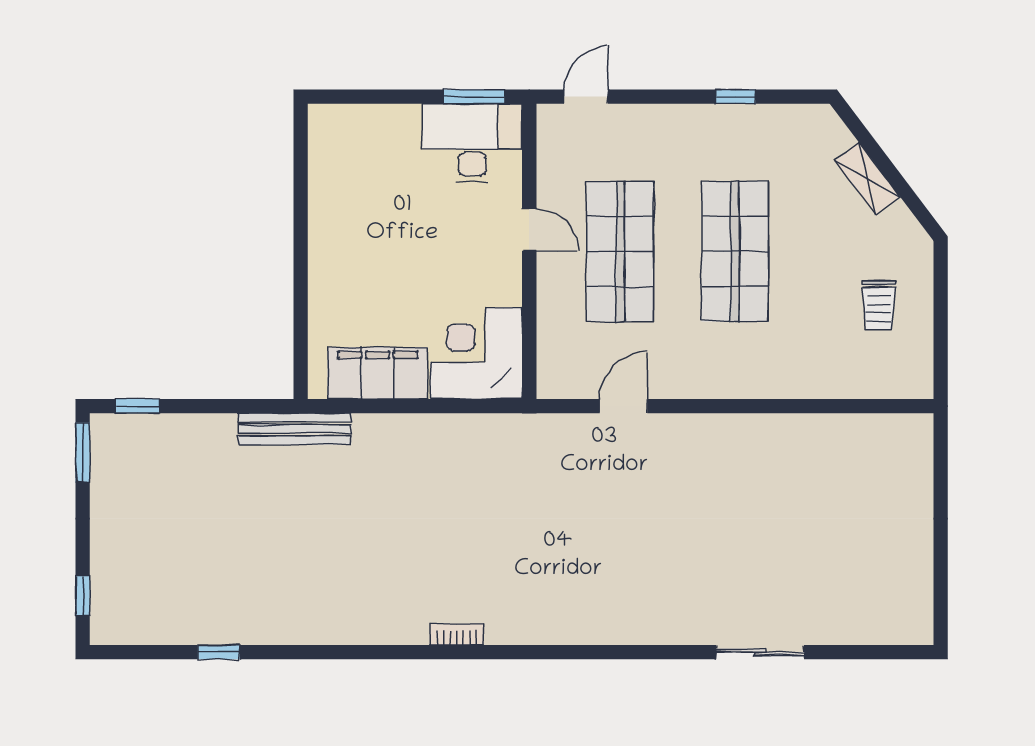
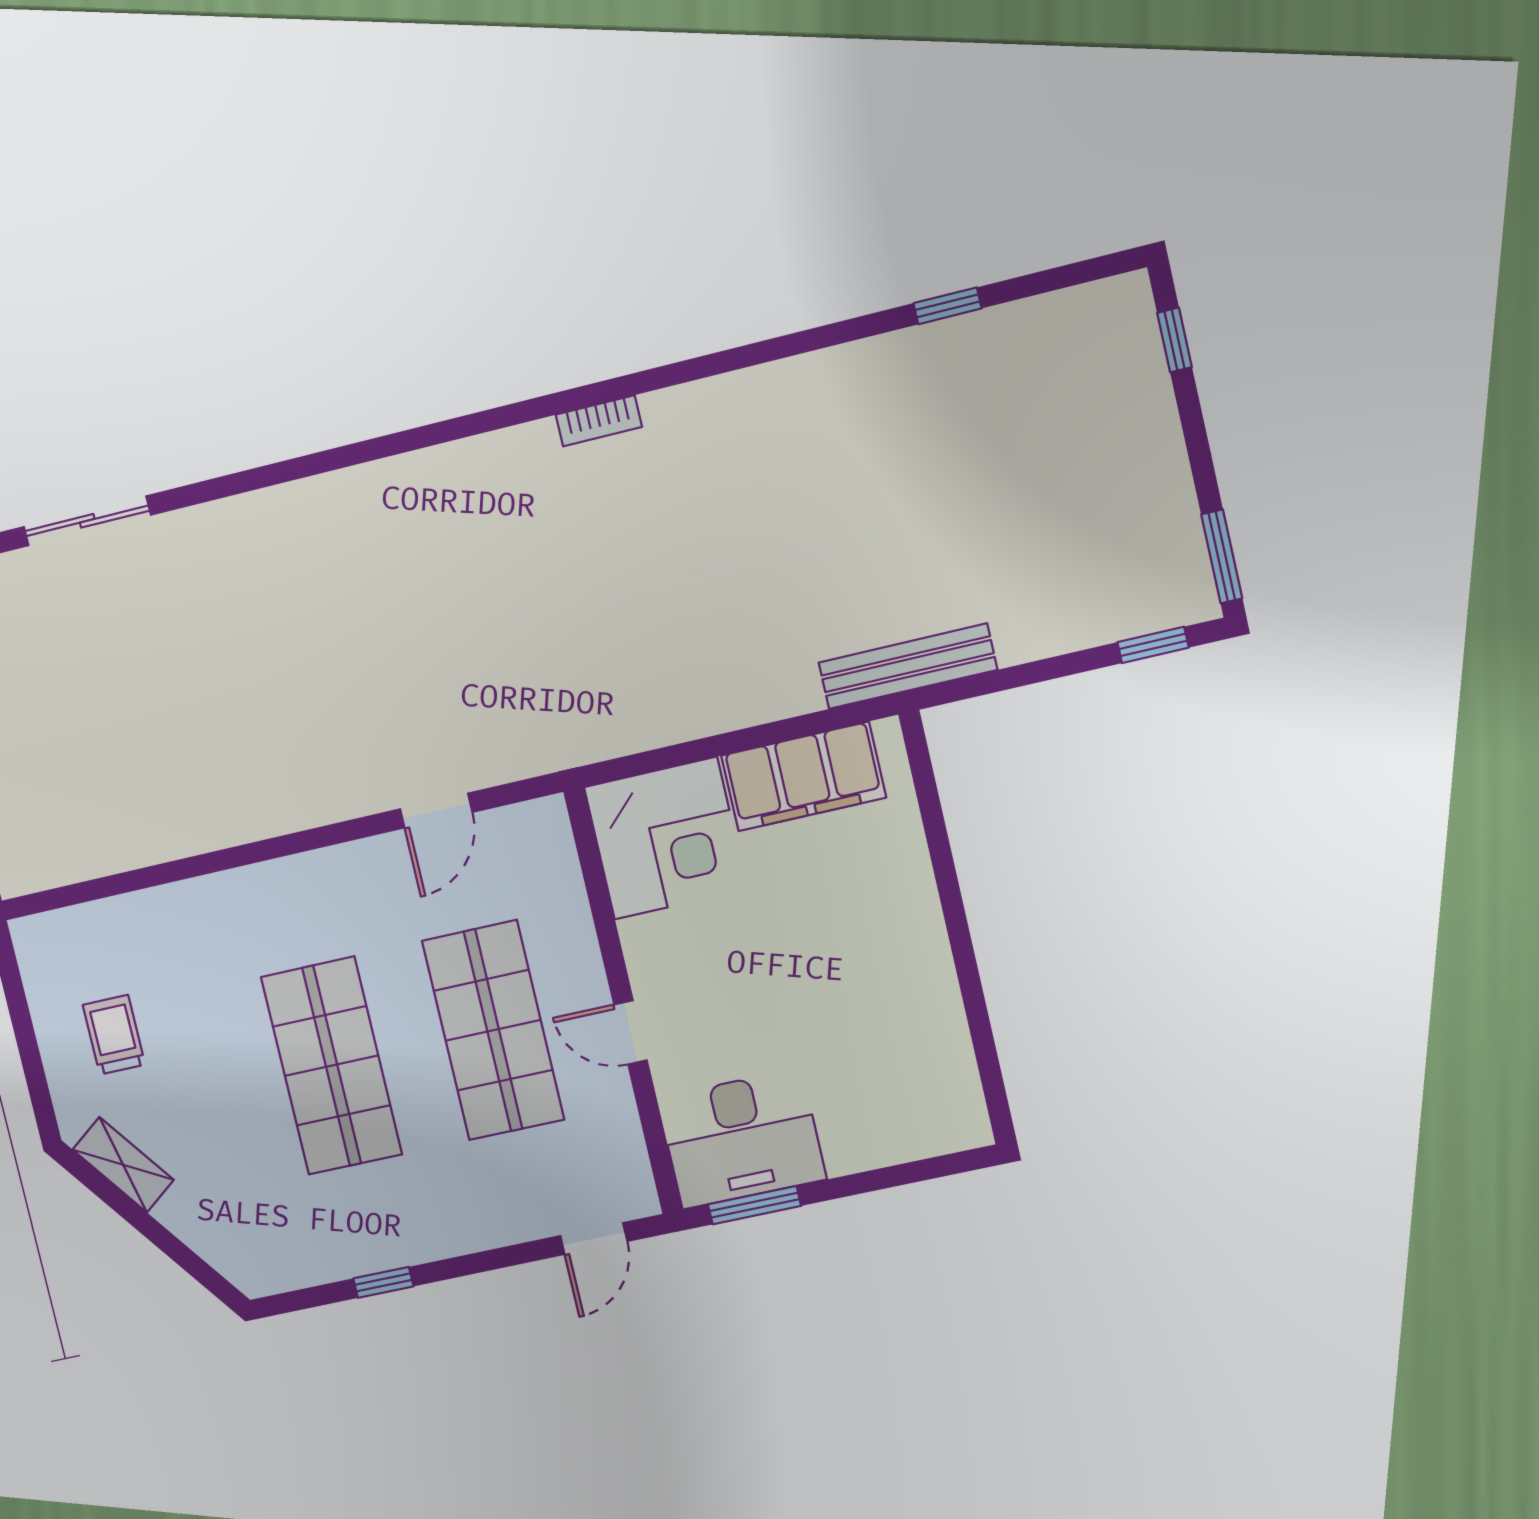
shelving: (867, 179) -> (123, 1165), moved
sliding door: (760, 652) -> (87, 521), moved

